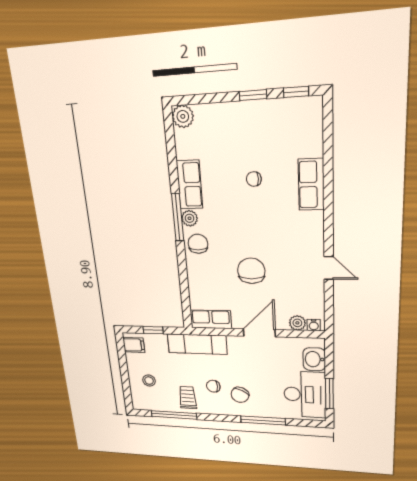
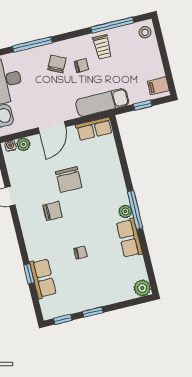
window: (328, 164) -> (29, 274), added
row of seats: (311, 185) -> (43, 278), moved
chair: (198, 244) -> (53, 211), moved, turned -90
stool: (149, 381) -> (145, 32), moved

